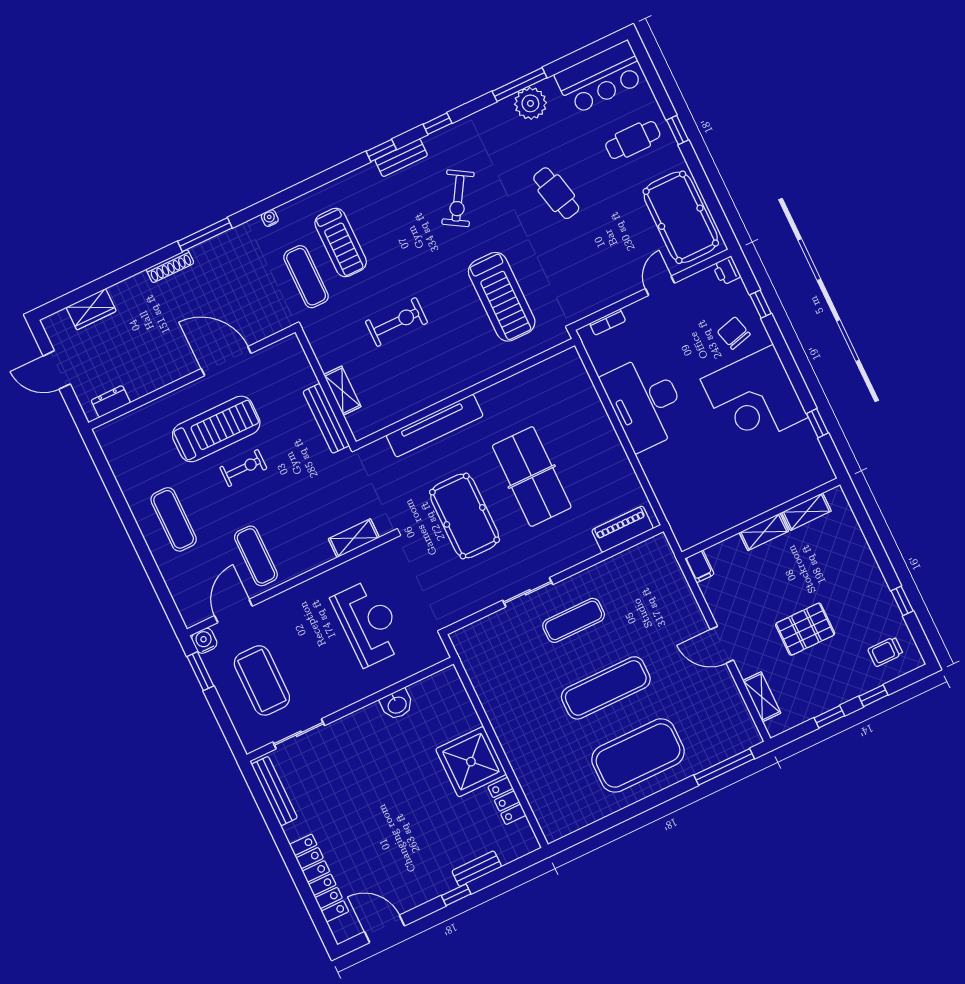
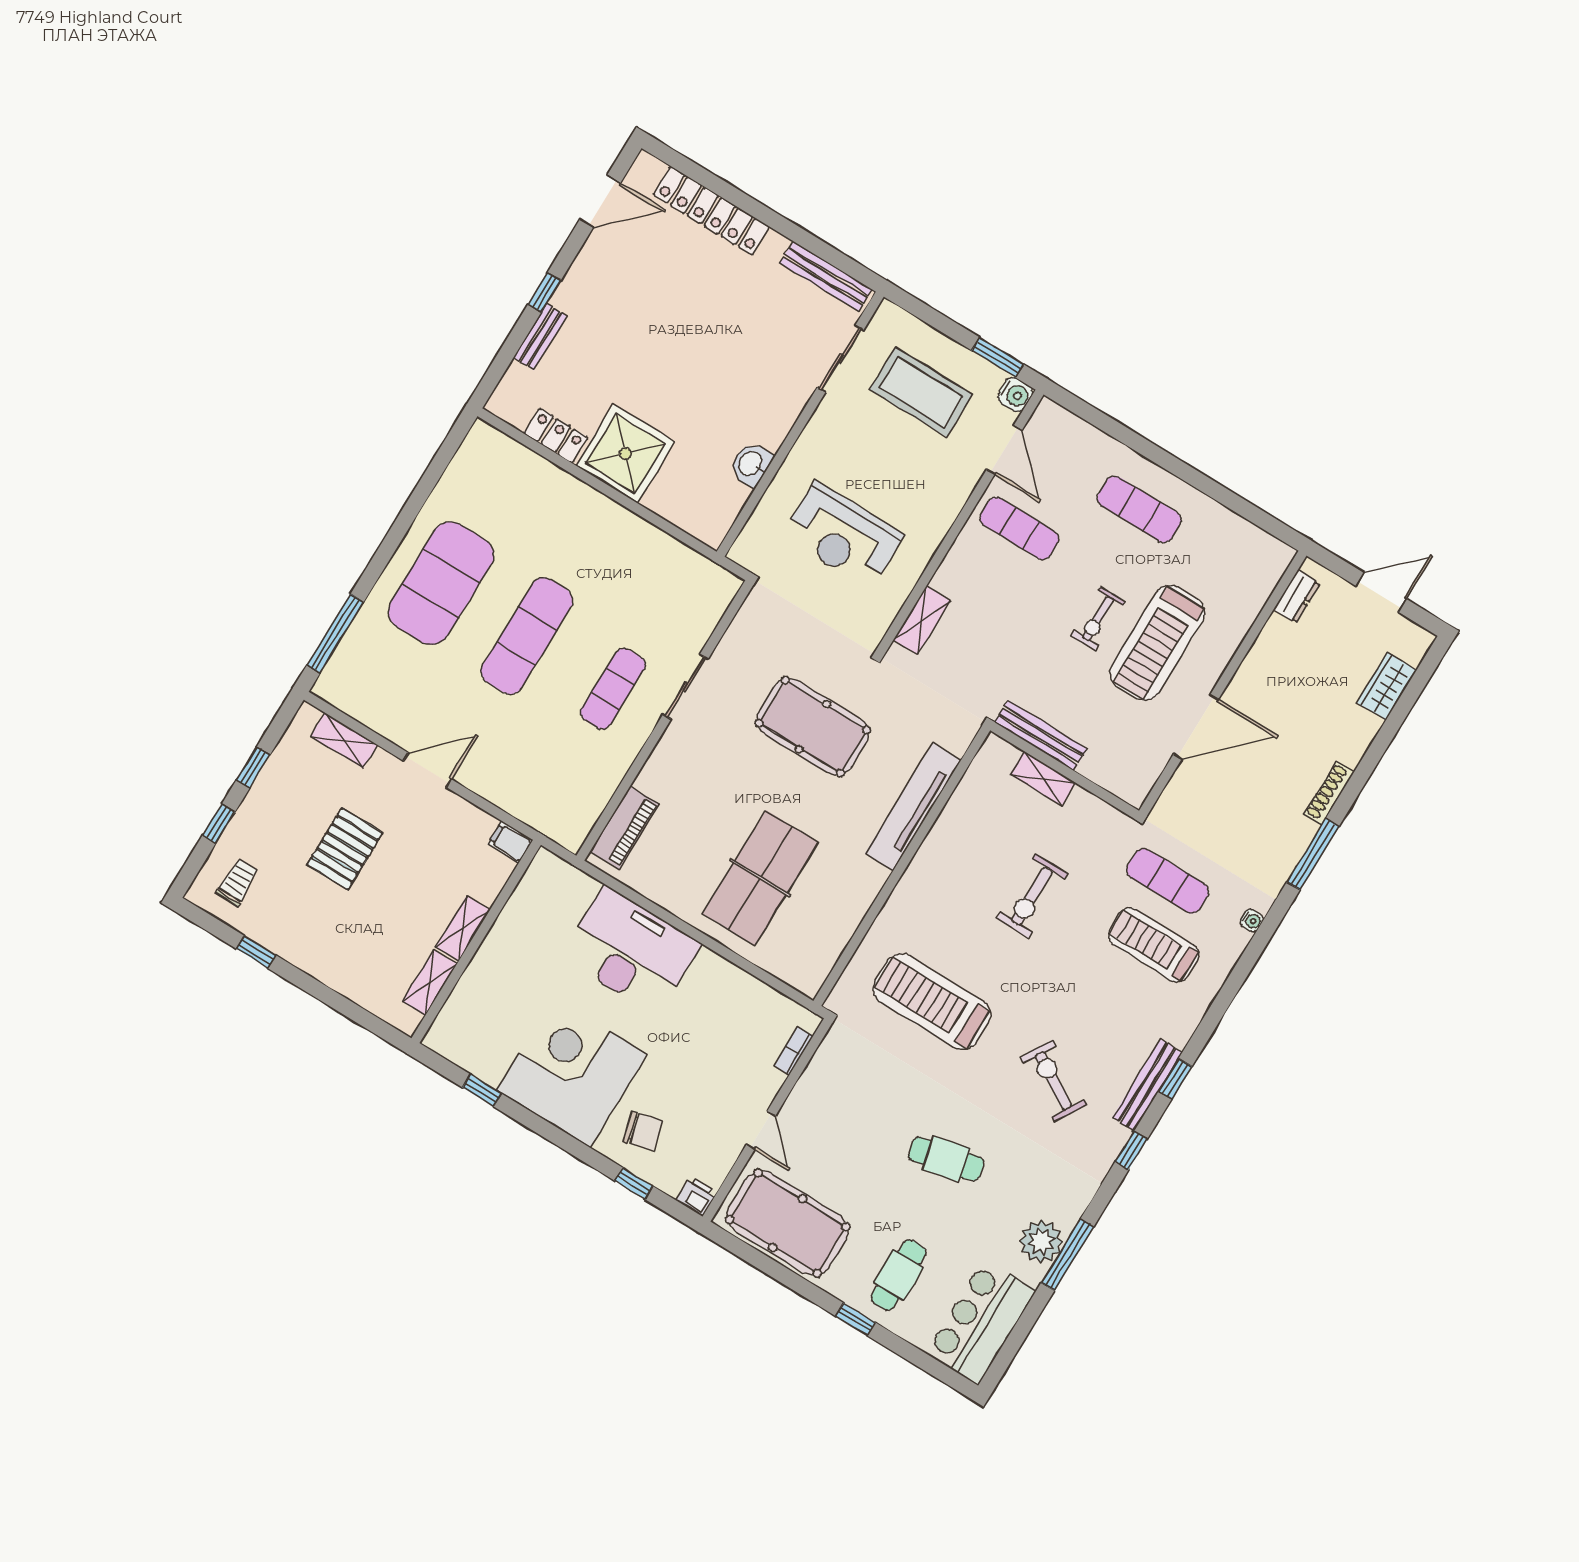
bench: (401, 158) -> (1147, 1085), width x1.36
desk: (645, 402) -> (631, 950), moved
table tennis table: (532, 477) -> (760, 878), moved, turned 90

